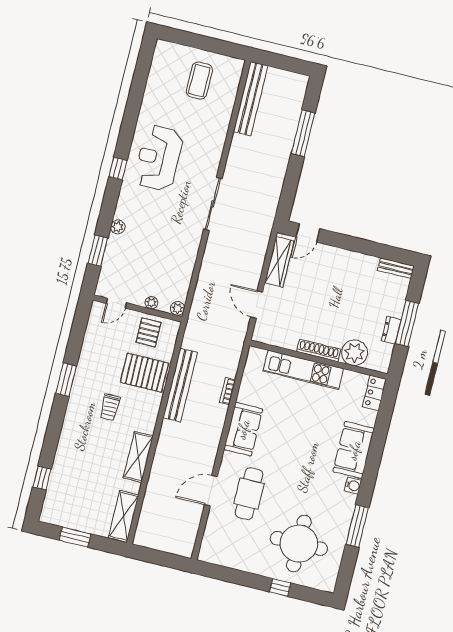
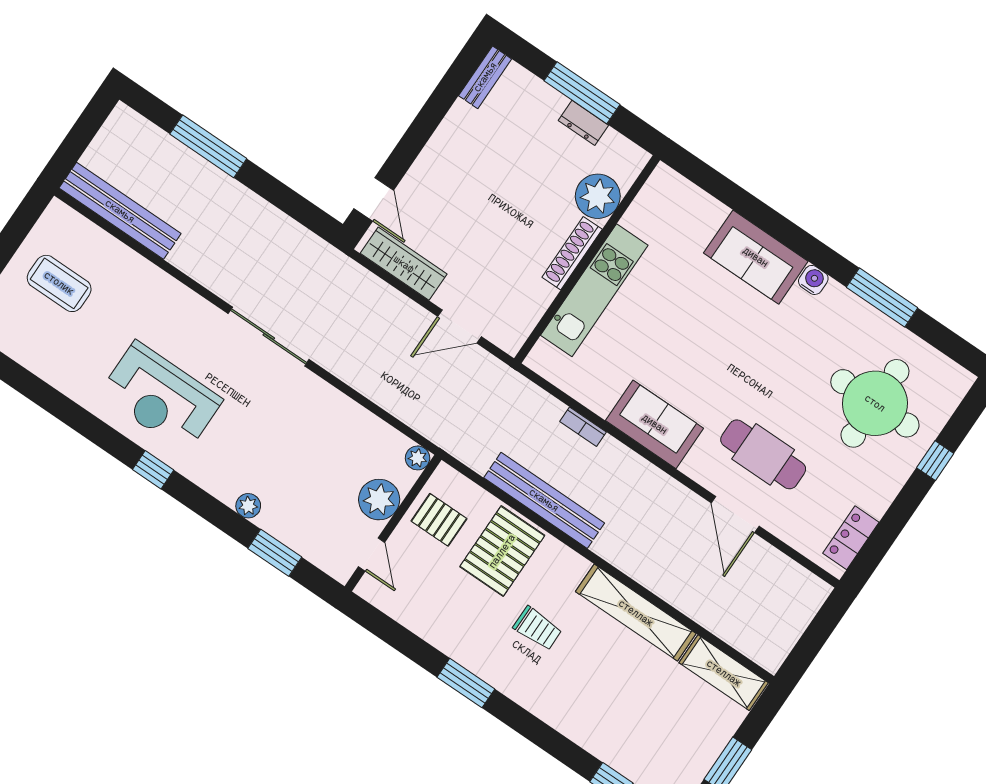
plant: (151, 303) -> (379, 500), width x1.87, depth x1.87
locker: (374, 393) -> (851, 538), moved, turned 90
shelving: (138, 457) -> (636, 613), width x1.47

